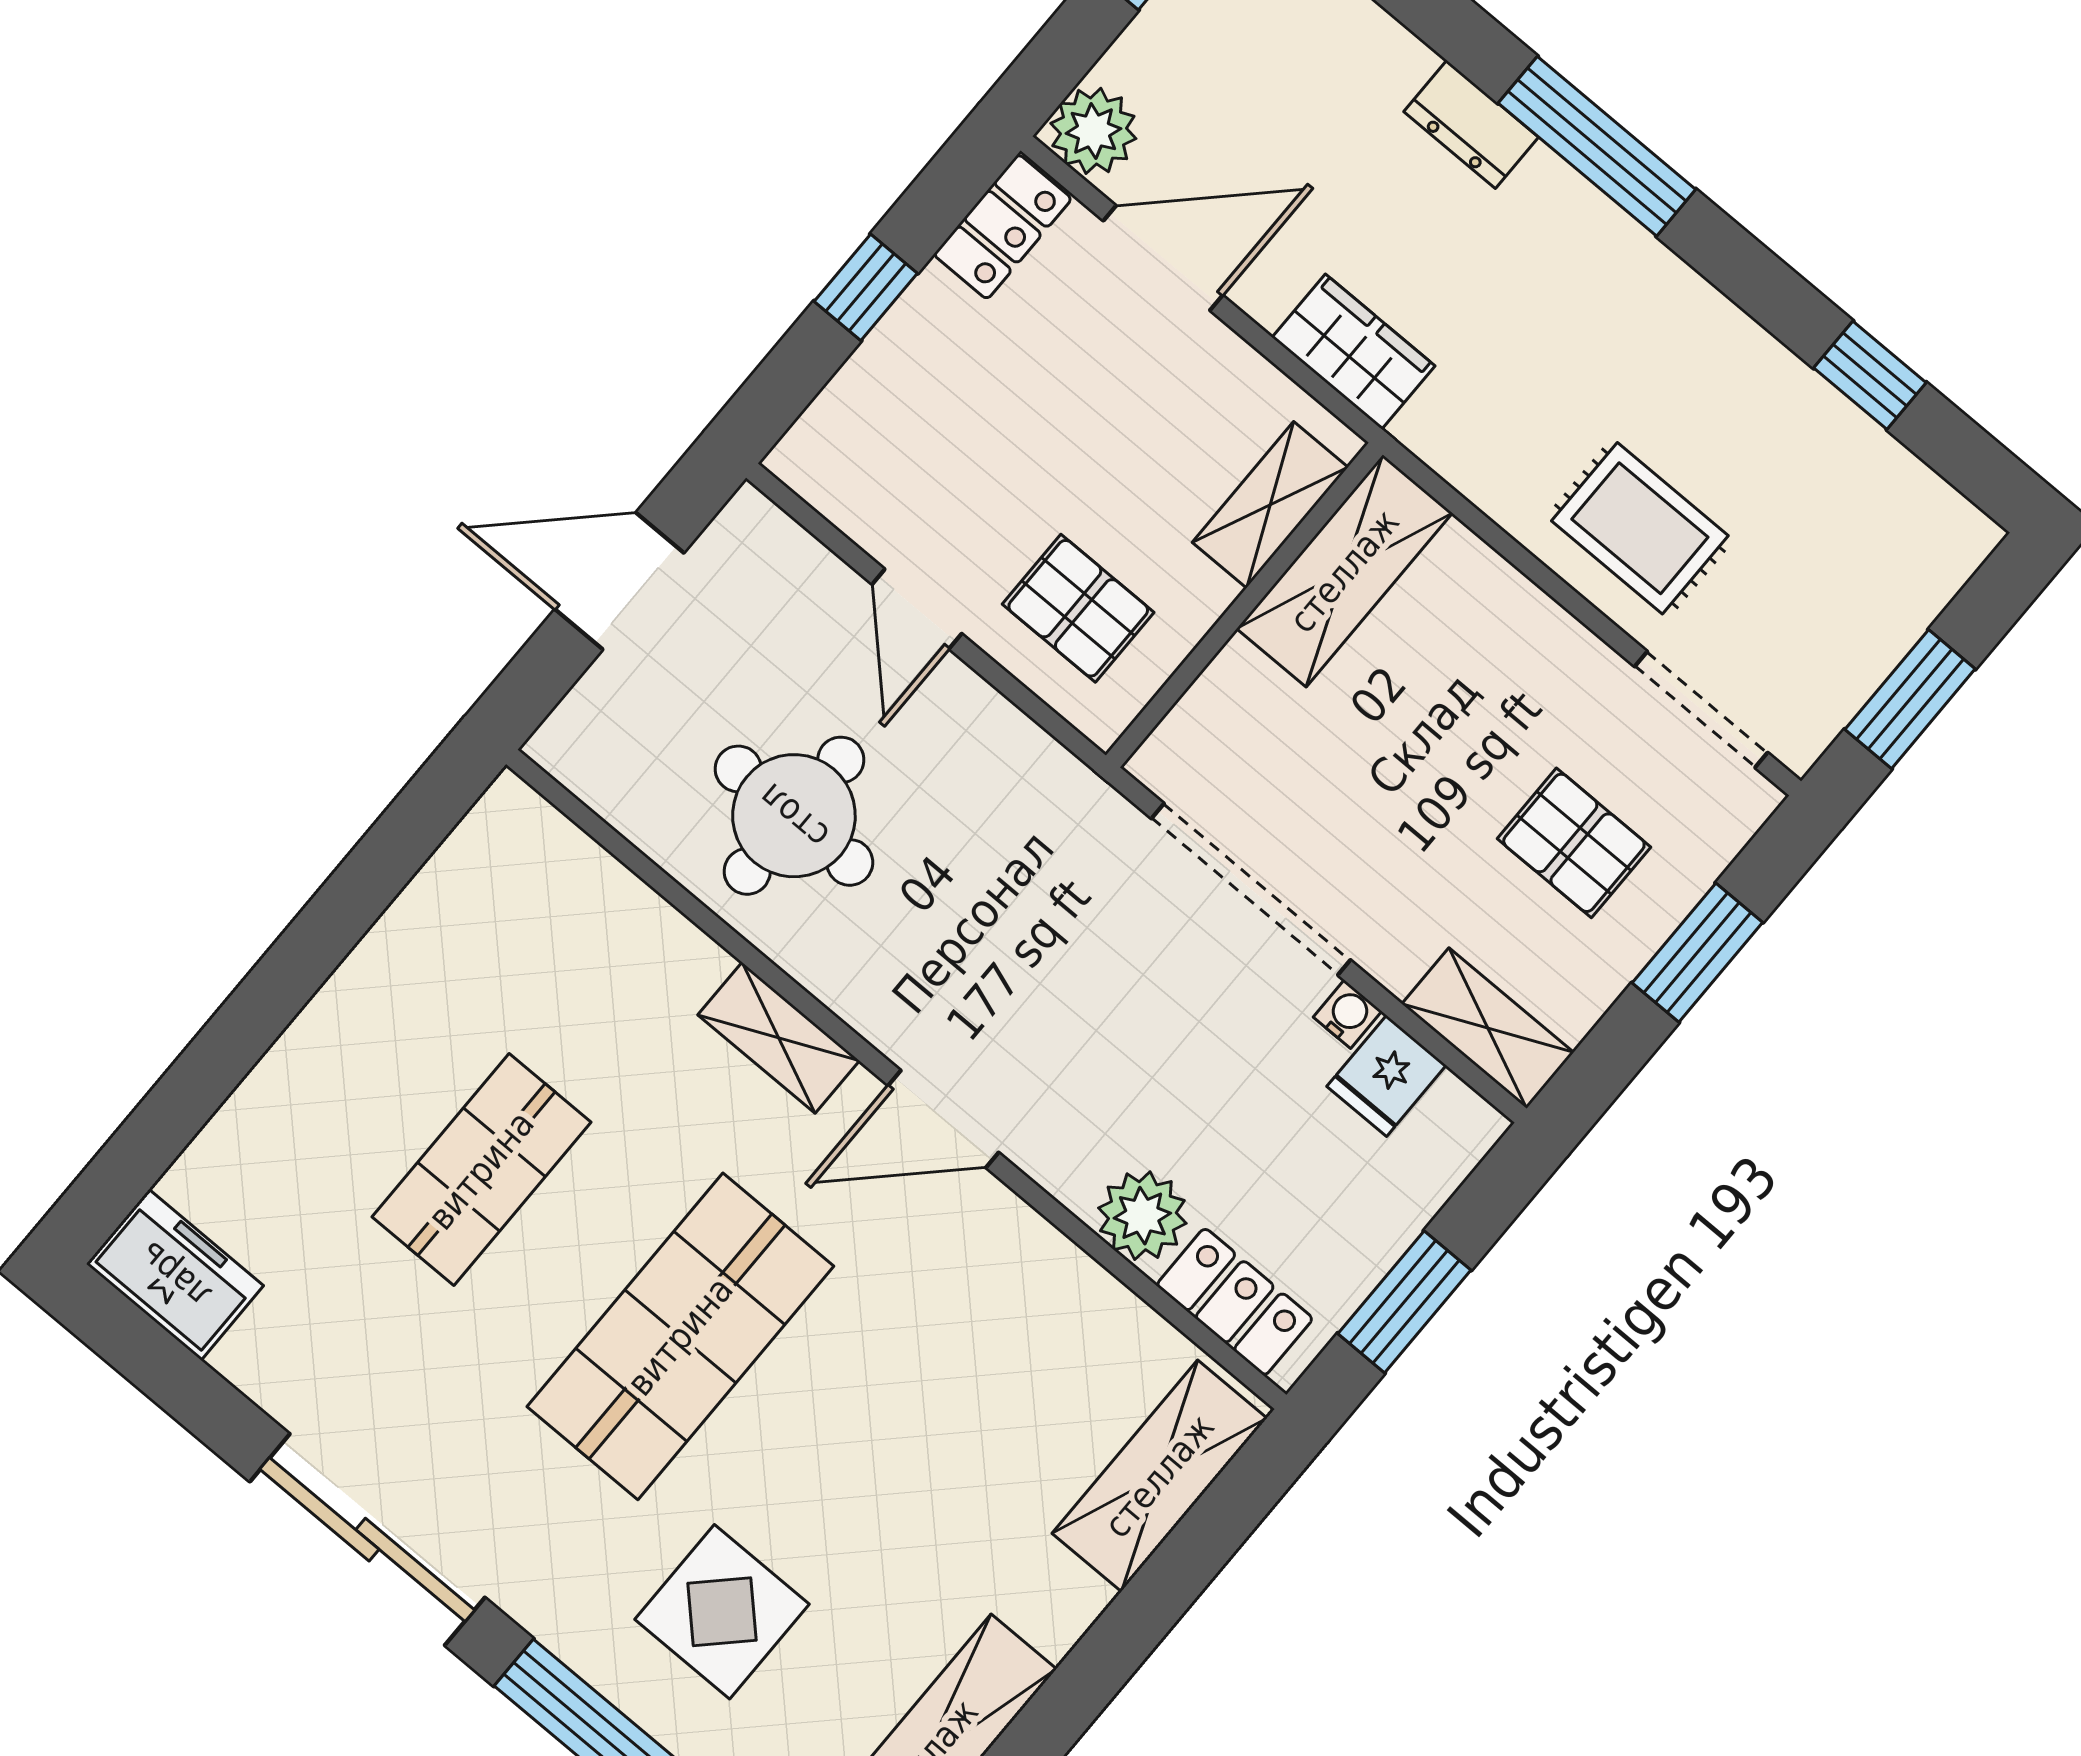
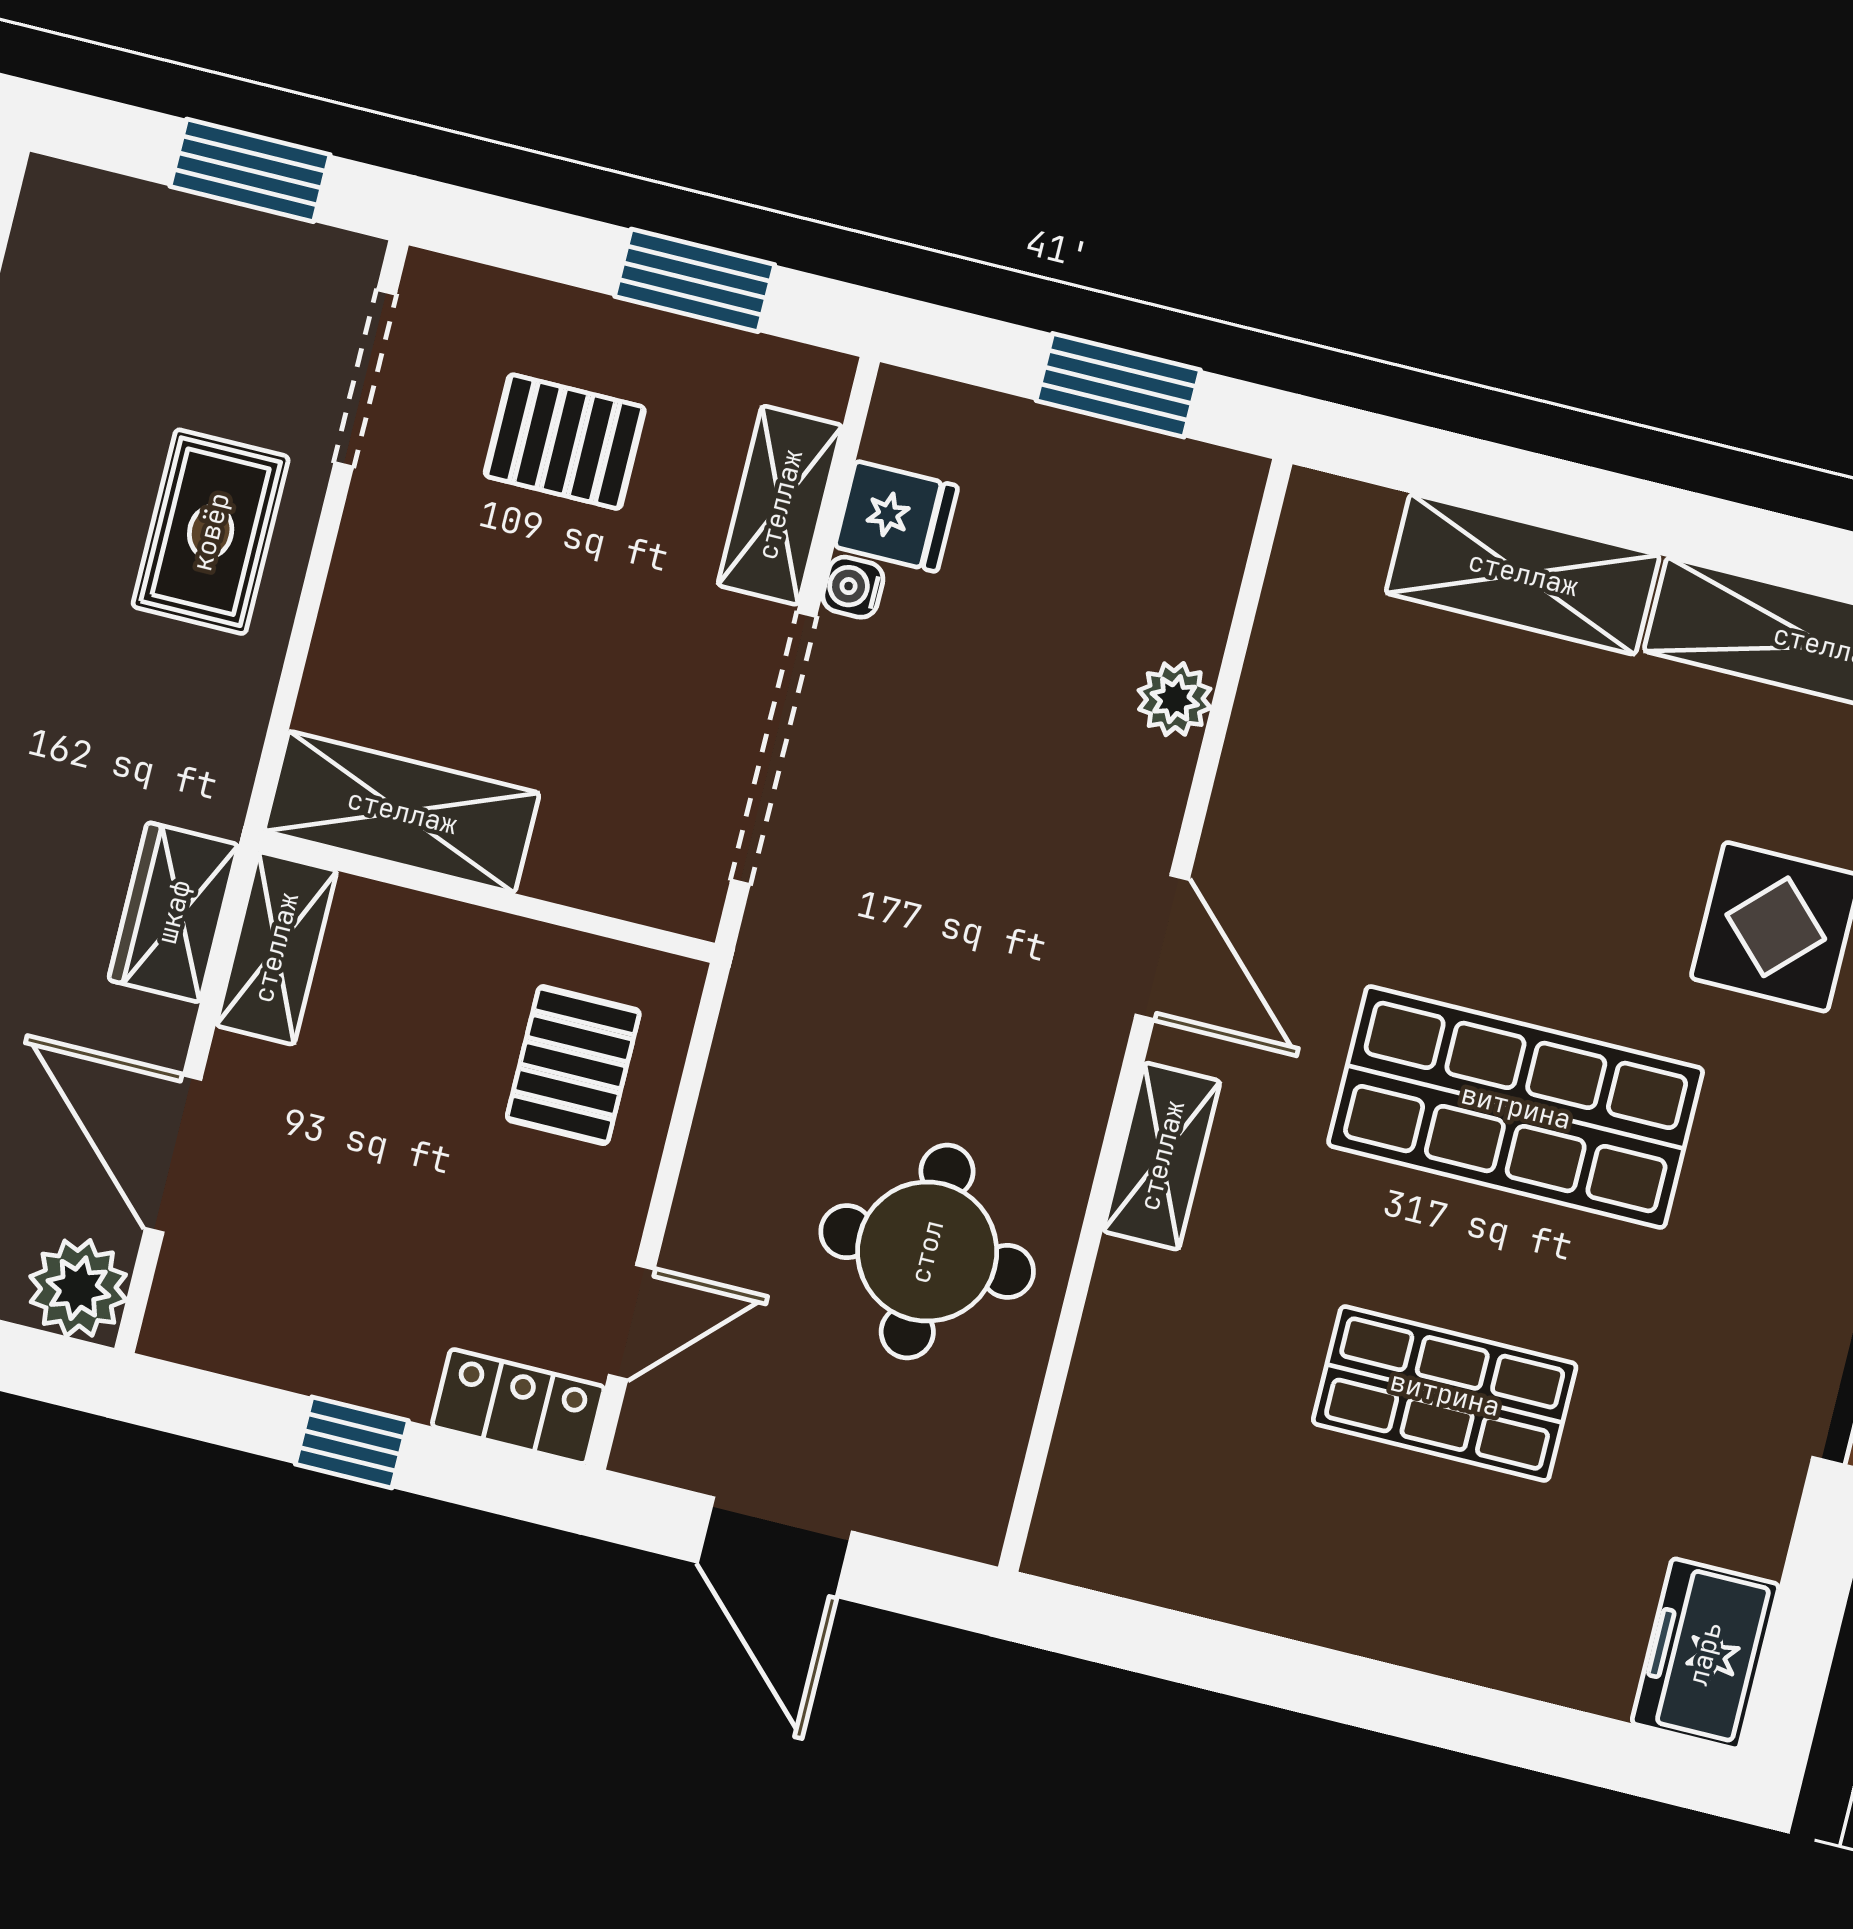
locker: (1003, 227) -> (518, 1406), moved
shelving: (1270, 505) -> (276, 948), moved, turned 90
door: (917, 609) -> (632, 1322), moved
pallet: (1574, 843) -> (565, 442), turned 90
window: (1697, 953) -> (695, 280), moved
shelving: (1488, 1028) -> (780, 505), moved
plant: (1142, 1216) -> (1175, 699), width x0.73, depth x0.73
locker: (1235, 1302) -> (1203, 558), removed
shelving: (1159, 1476) -> (1523, 574), moved

